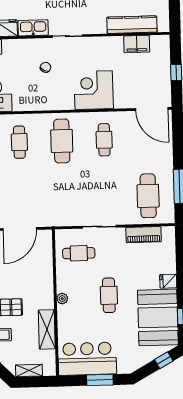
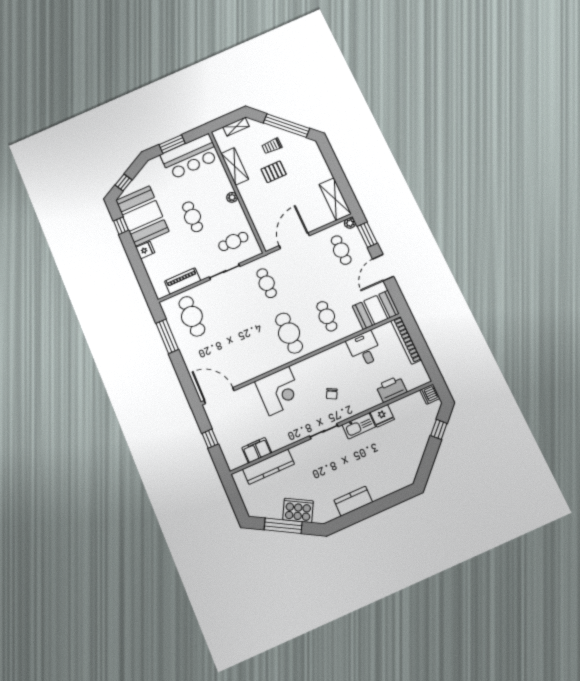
cafe table: (104, 140) -> (267, 283), moved

